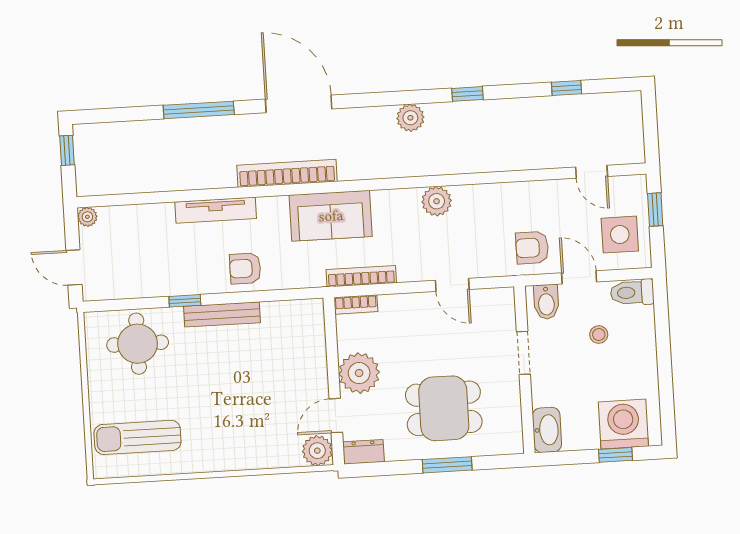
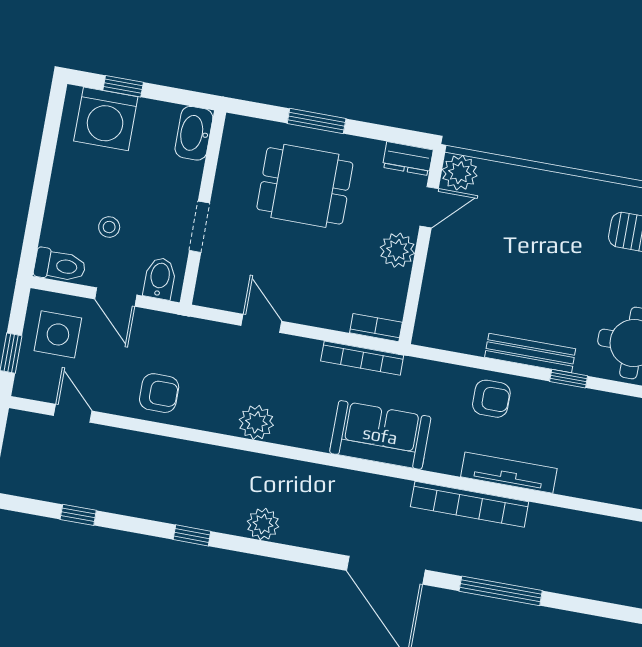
bookcase: (287, 173) -> (470, 504), moved
armchair: (532, 248) -> (159, 393), moved
plant: (359, 373) -> (397, 250), width x0.73, depth x0.73

